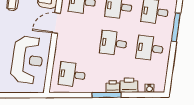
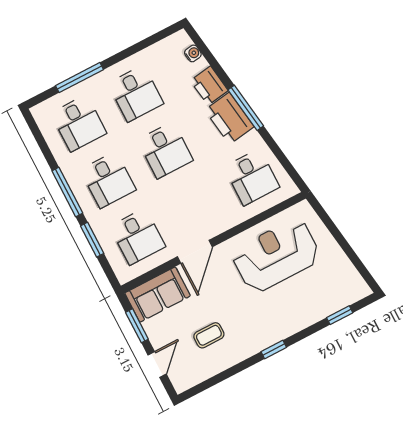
door: (56, 23) -> (195, 252), hinge flipped
printer: (113, 87) -> (229, 118), width x1.87, depth x1.48

